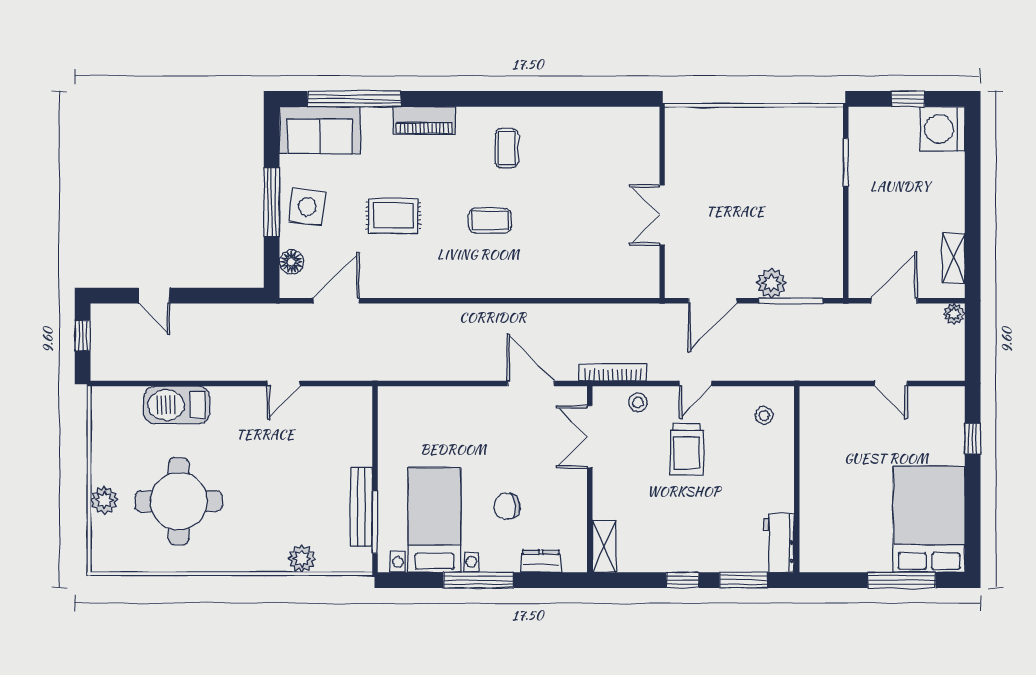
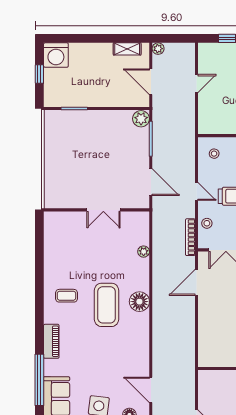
rug: (393, 216) -> (104, 358), removed
coffee table: (490, 221) -> (107, 305), width x1.86, depth x1.72
floor lamp: (496, 280) -> (139, 302), added
plant: (771, 283) -> (141, 119), moved
plant: (587, 288) -> (144, 252), added

